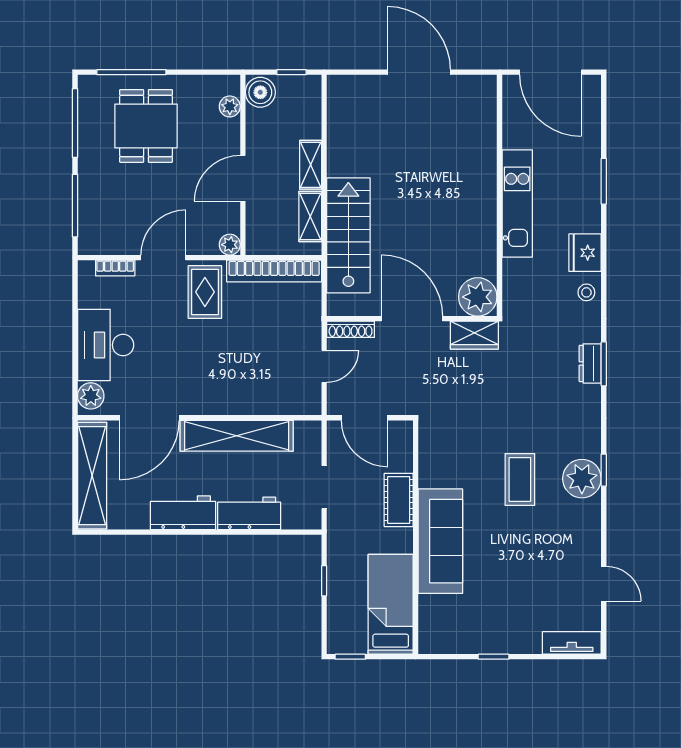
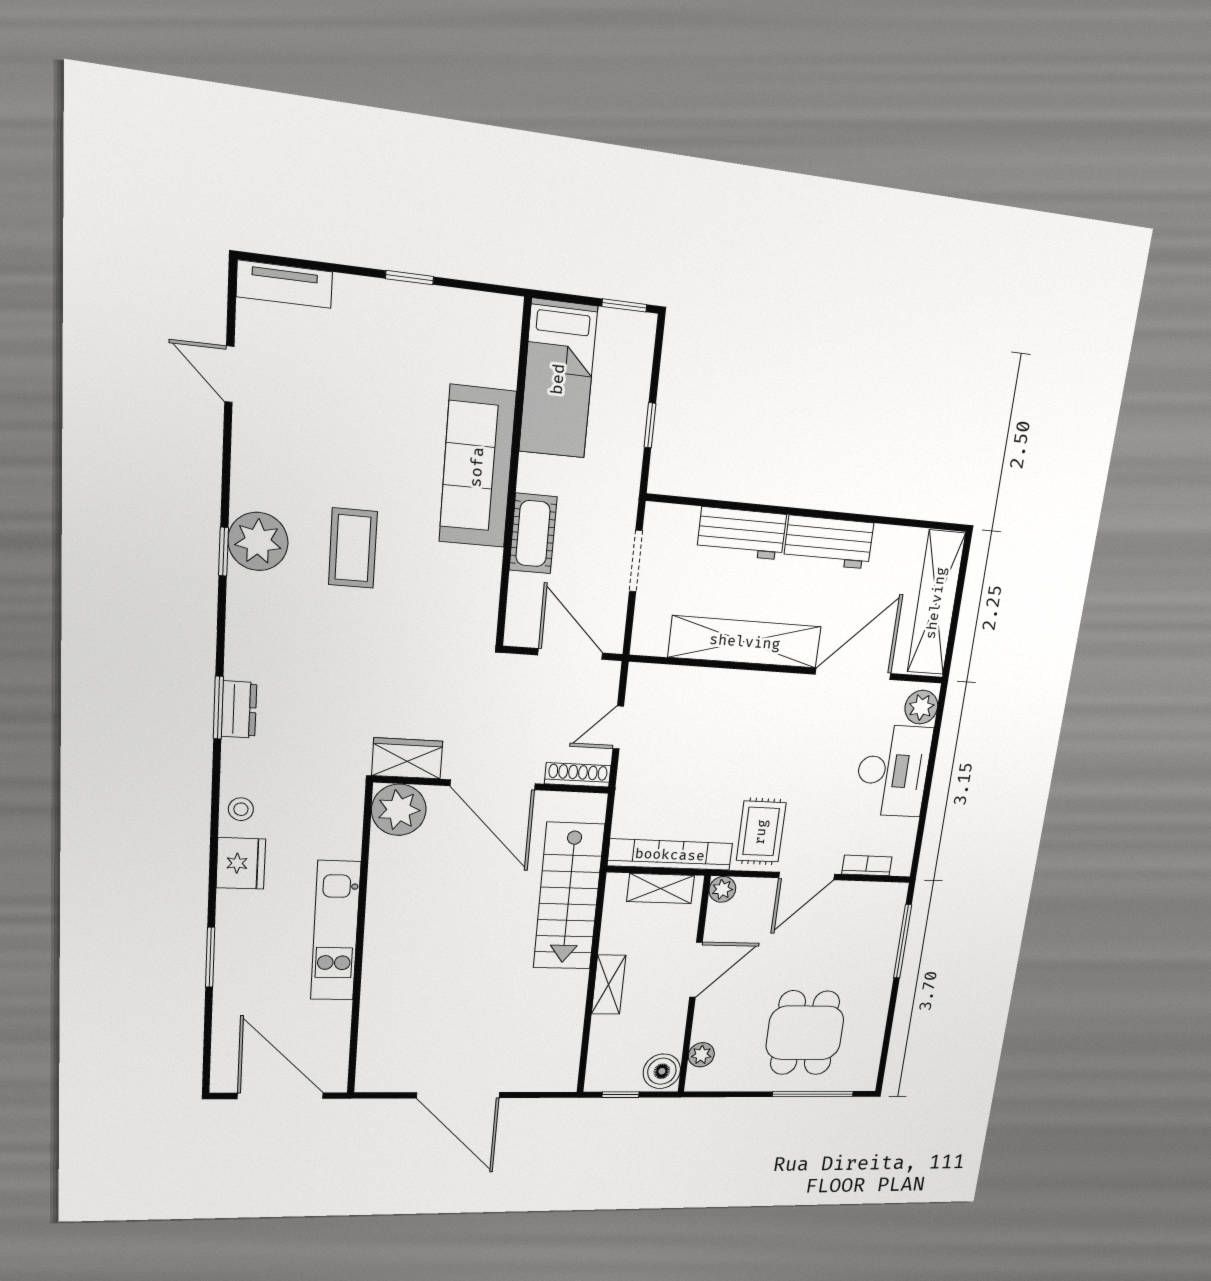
window: (75, 123) -> (887, 1037), removed
shelving: (310, 216) -> (661, 888), moved, turned 90

